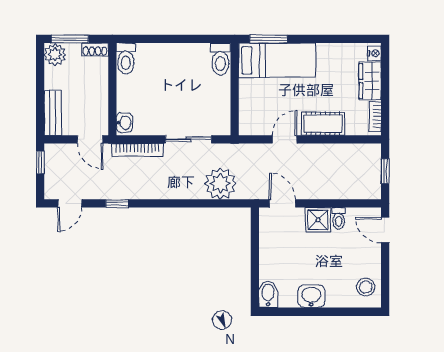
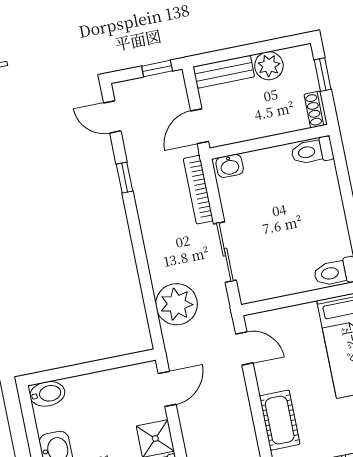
window: (70, 39) -> (323, 75), width x0.67
plant: (55, 55) -> (269, 66), moved
door: (285, 139) -> (244, 348), moved

